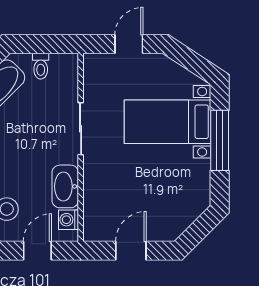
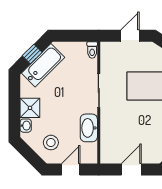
toilet: (41, 66) -> (92, 50), moved
washing machine: (68, 220) -> (91, 149), removed

